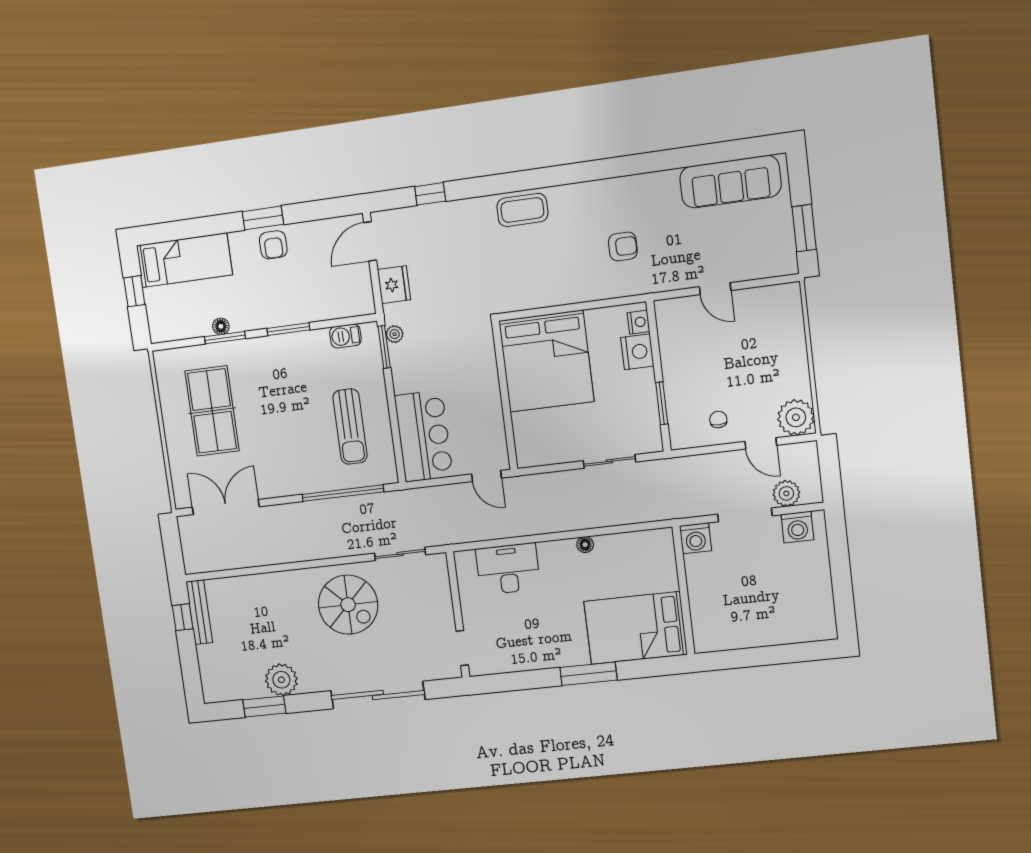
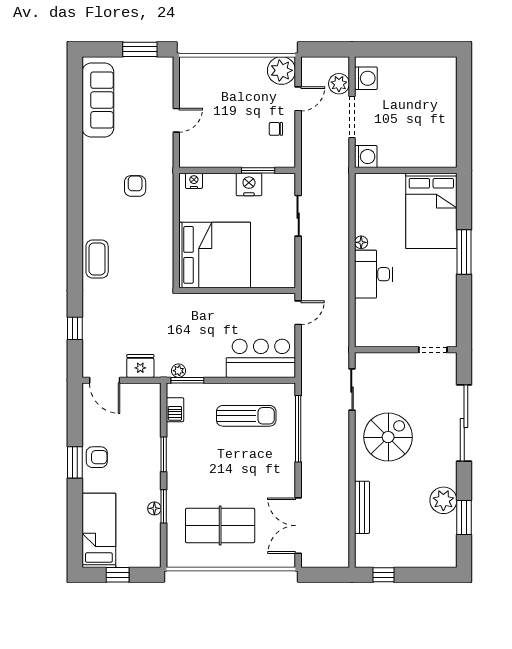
nightstand: (637, 352) -> (249, 184), moved
desk: (508, 569) -> (373, 274), moved
bench: (199, 612) -> (362, 507), moved, turned 90

